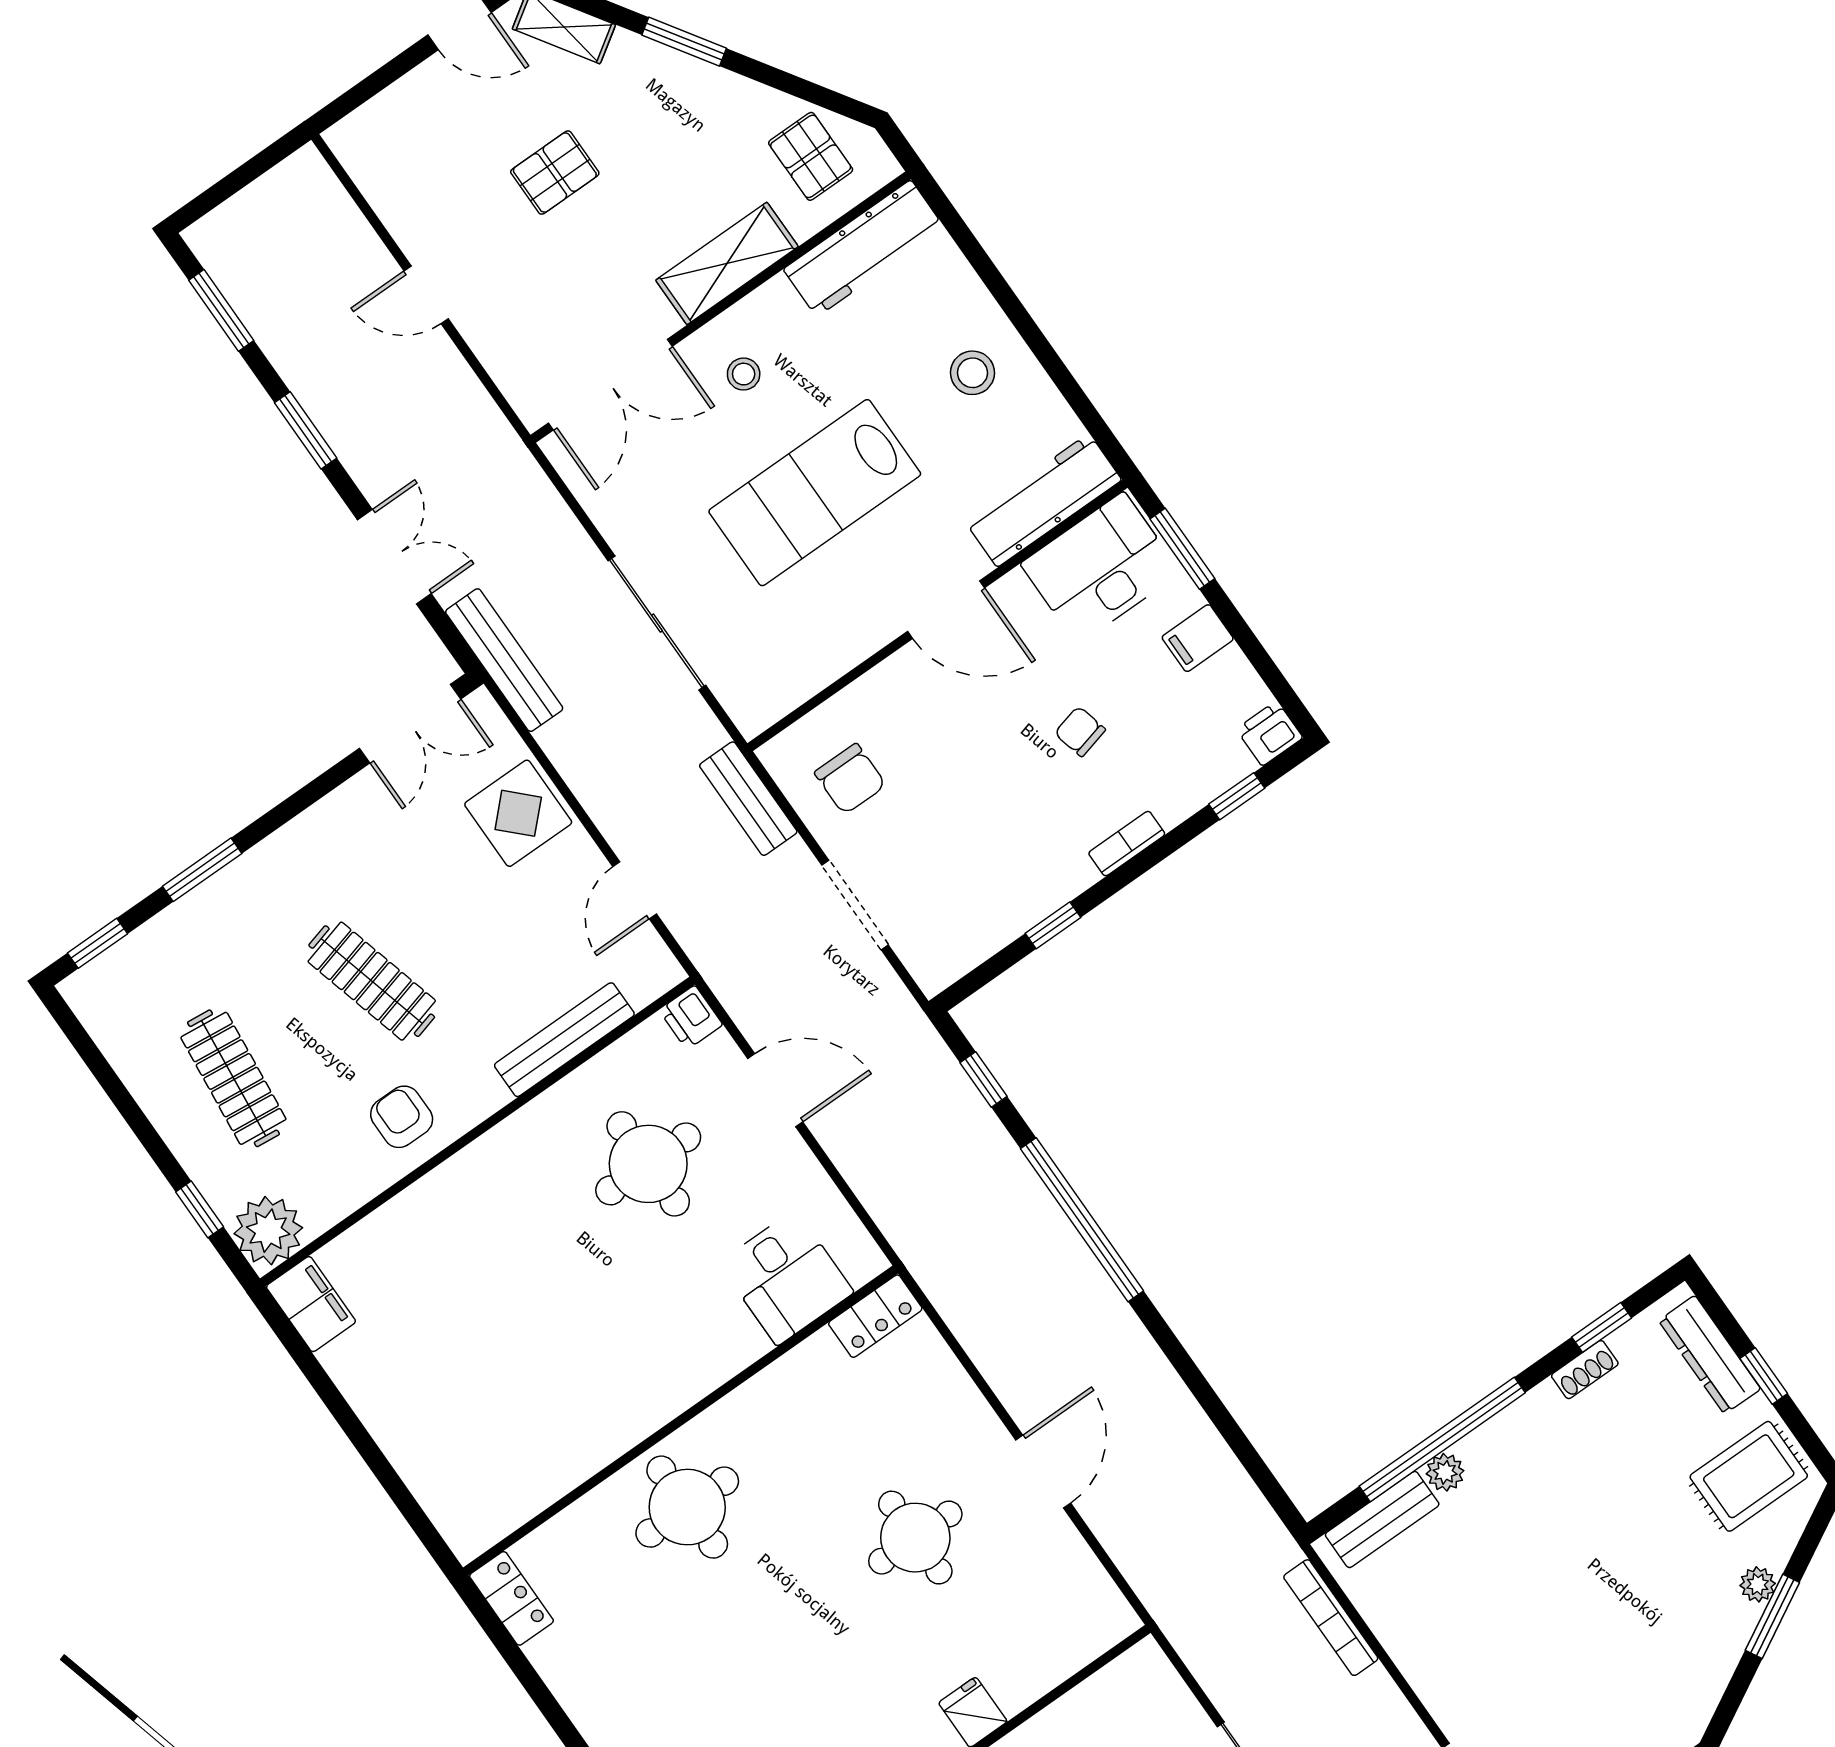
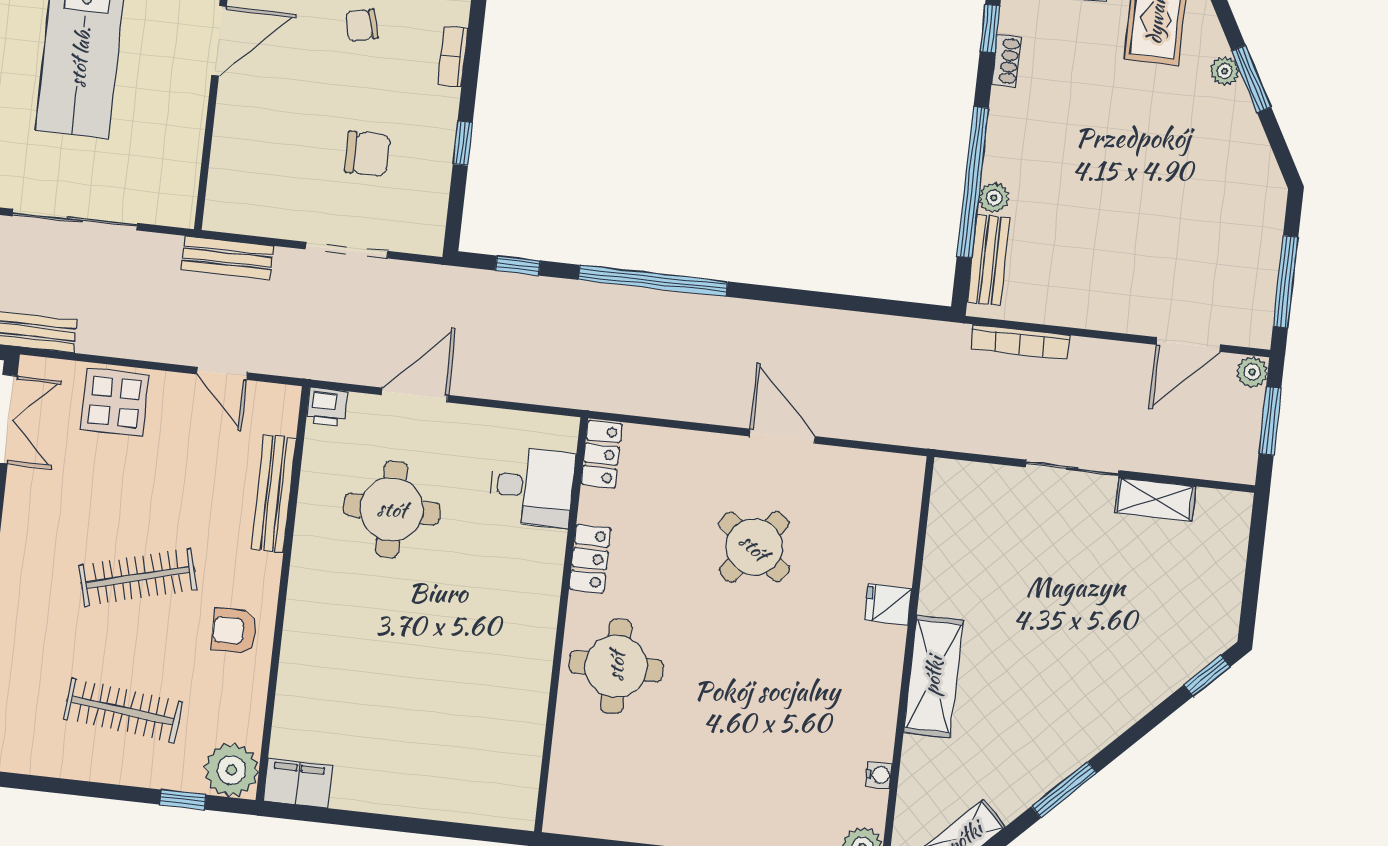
chair: (850, 779) -> (367, 154), moved
round table: (915, 1538) -> (754, 547), turned 38
locker: (511, 1598) -> (590, 559), moved, turned 90

